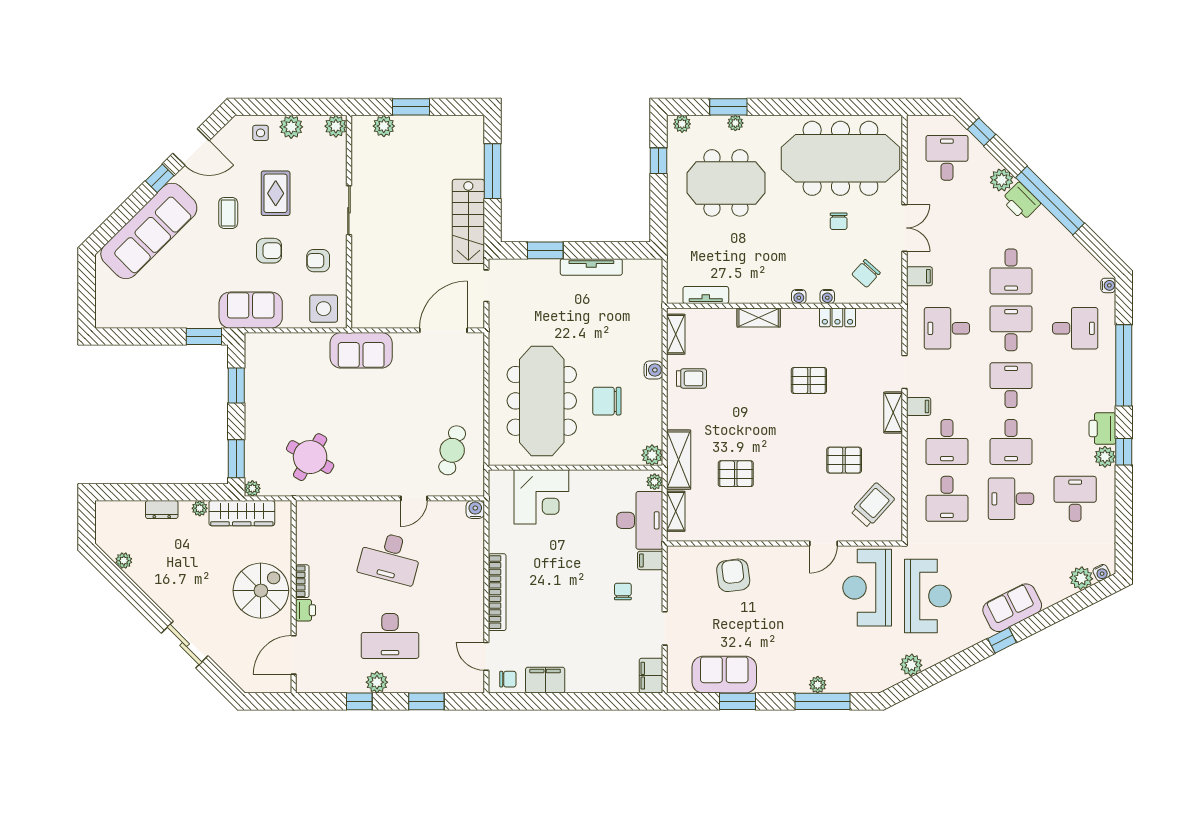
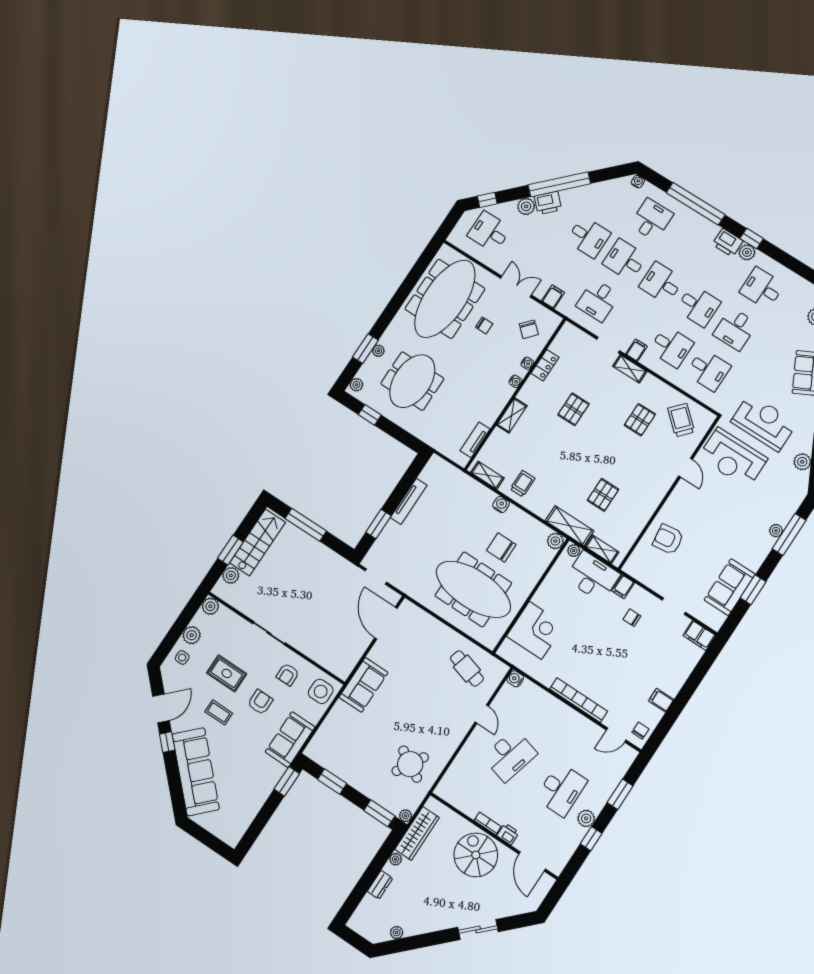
stairs: (468, 221) -> (257, 543), moved, turned -90
chair: (607, 401) -> (501, 547), turned 90
filing cabinet: (545, 680) -> (661, 700), width x0.50

